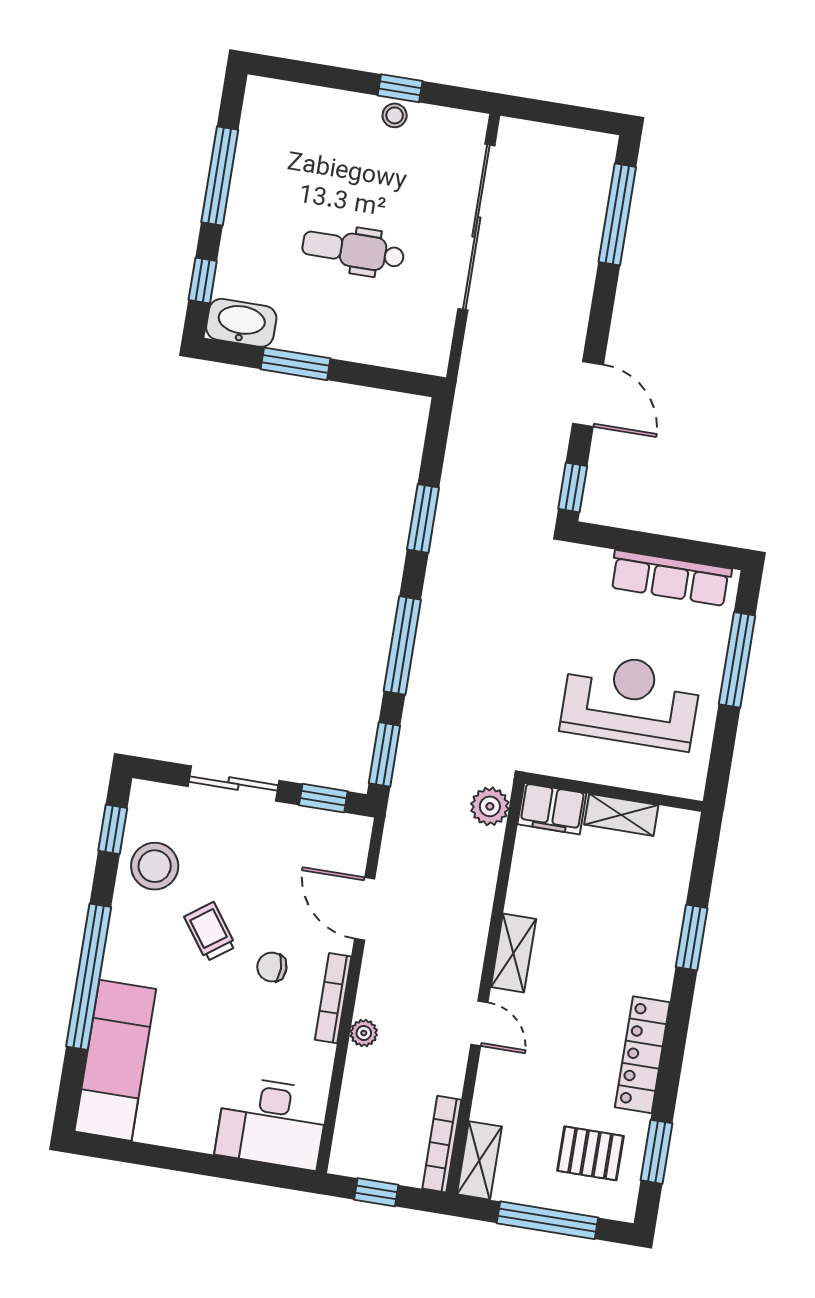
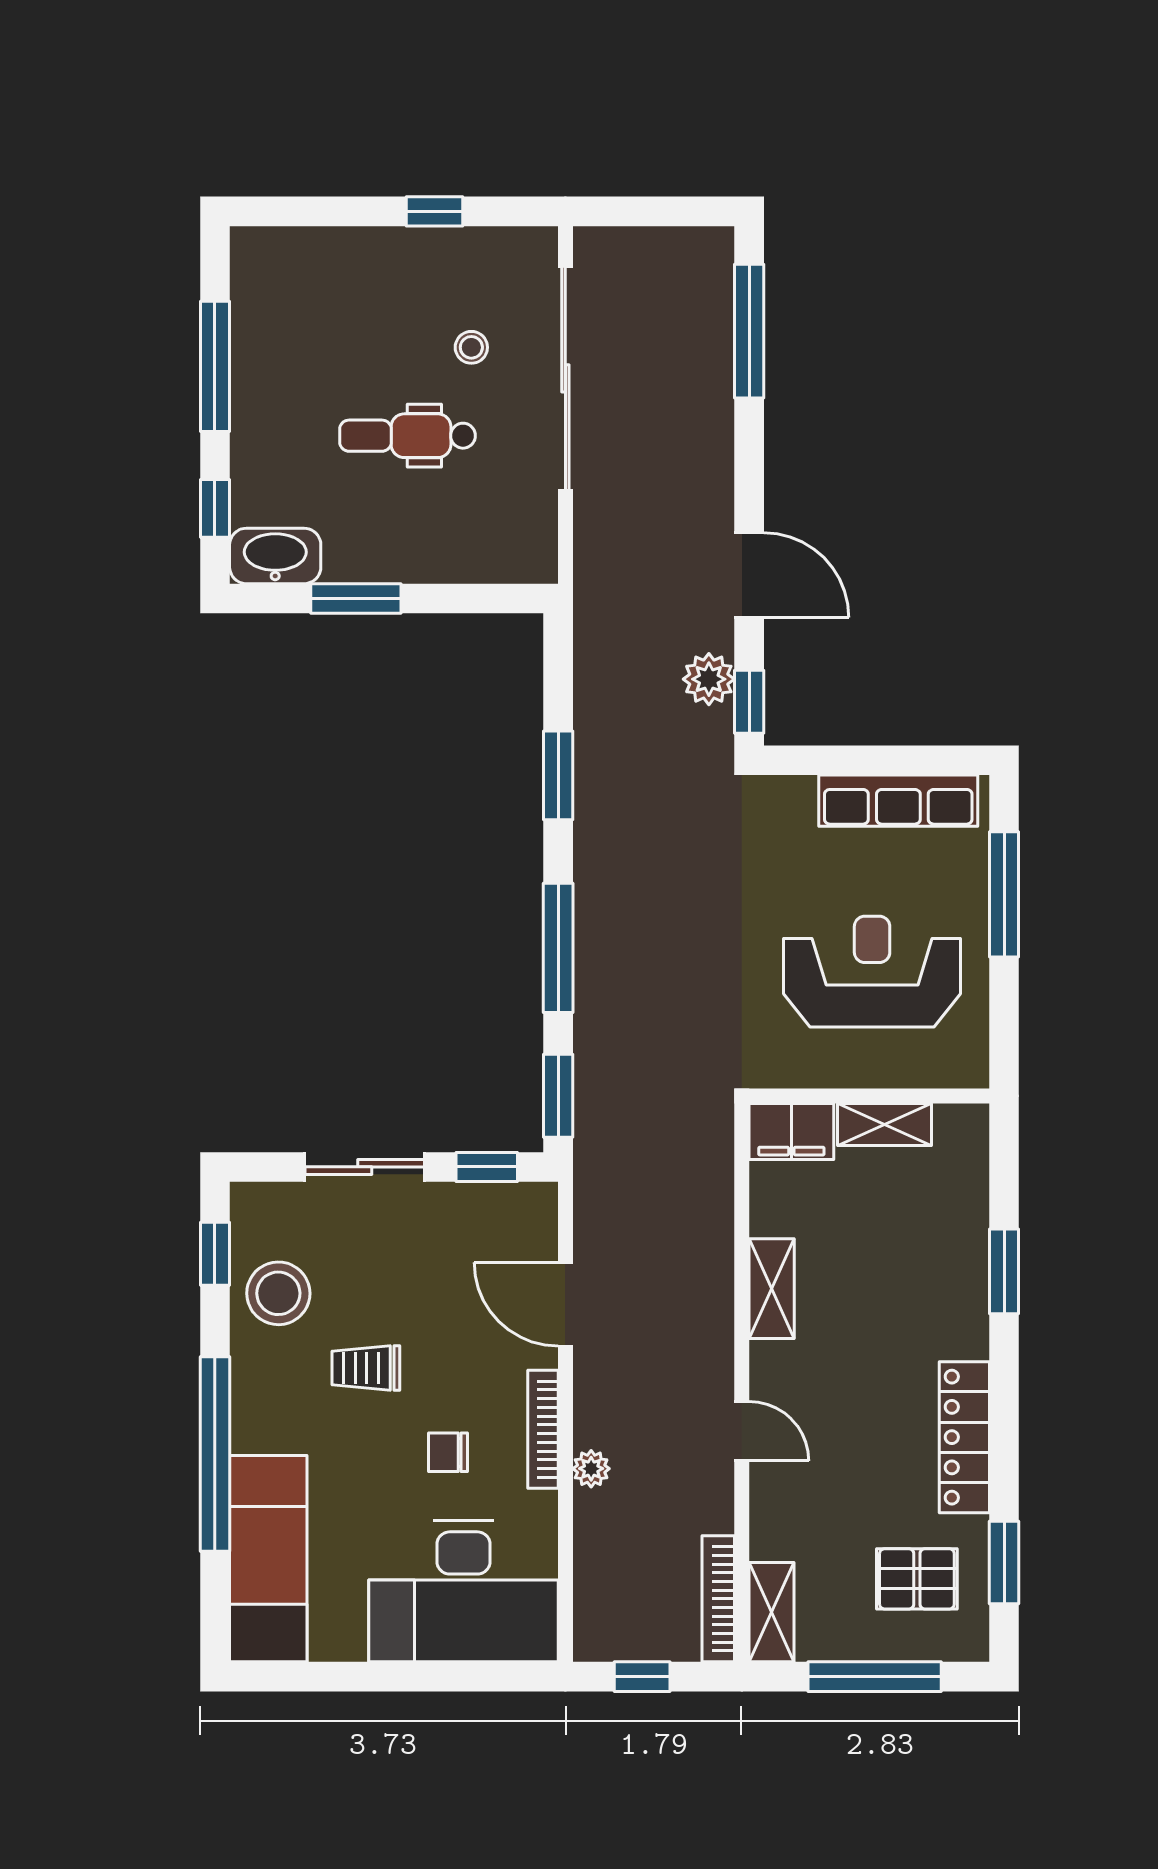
stool: (395, 115) -> (471, 347), moved
plant: (490, 806) -> (709, 679), moved
trolley: (210, 932) -> (366, 1368), turned -54
shelving: (513, 953) -> (772, 1289), moved
chair: (272, 967) -> (448, 1452), moved
desk: (272, 1123) -> (464, 1591), width x1.36, depth x1.30

